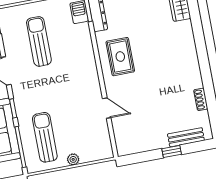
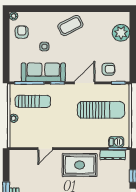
sun lounger: (39, 41) -> (101, 110), width x1.36, depth x1.34
rug: (120, 57) -> (80, 165), width x1.36, depth x1.43

